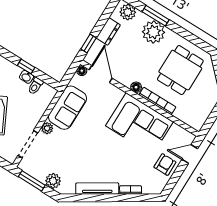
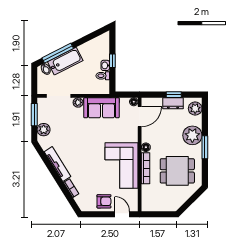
window: (156, 16) -> (205, 147), moved
window: (89, 44) -> (174, 95), moved

